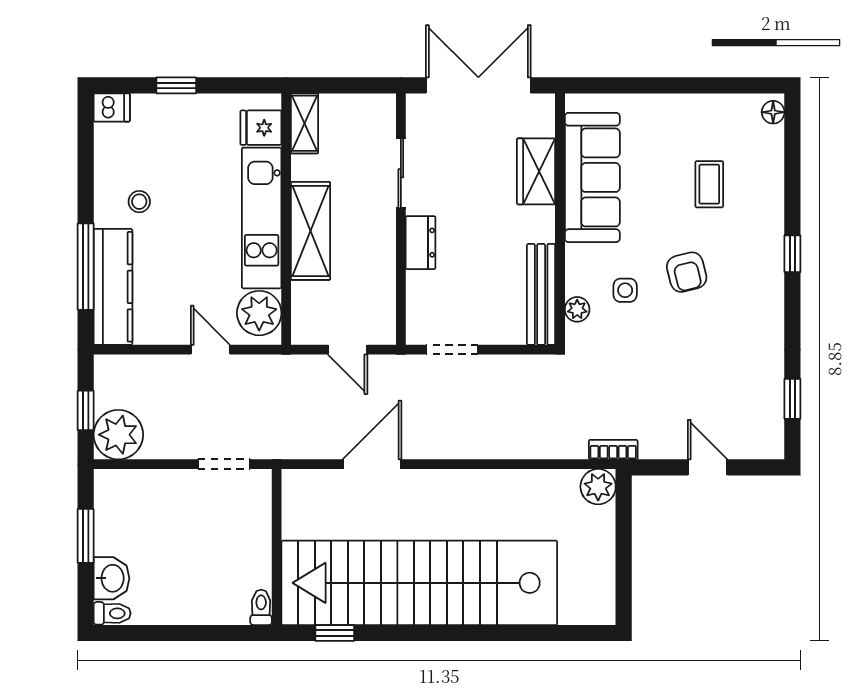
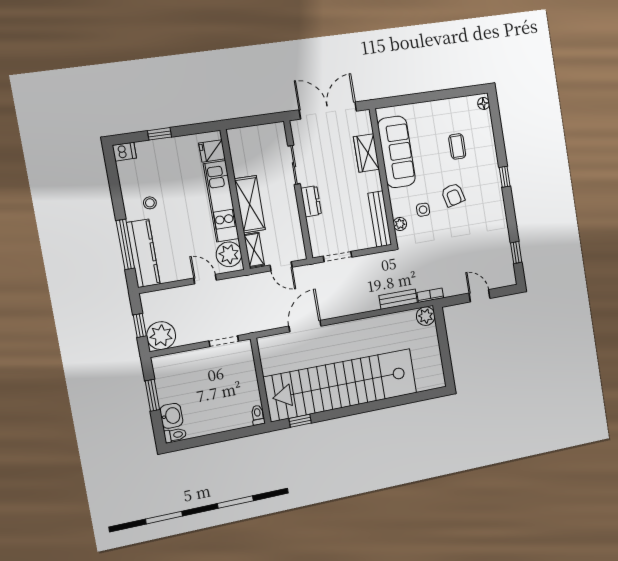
shelving: (305, 123) -> (254, 250), moved
bench: (551, 446) -> (398, 299), added

